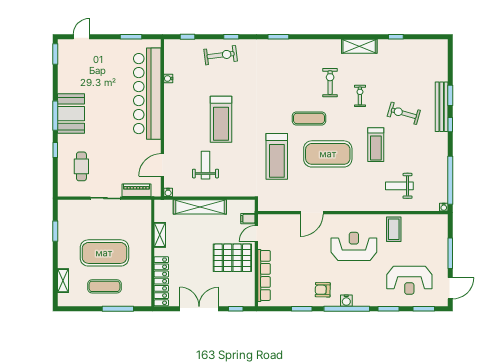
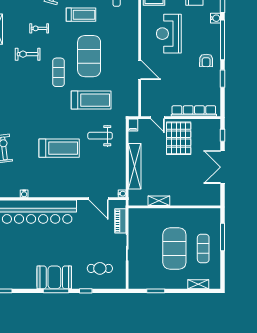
weight bench: (205, 165) -> (100, 136), moved
filing cabinet: (248, 219) -> (133, 125), moved
locker: (161, 281) -> (199, 200), removed
water cooler: (346, 301) -> (215, 18), moved

